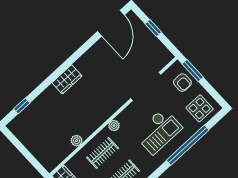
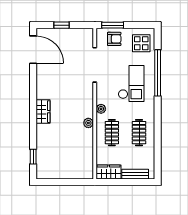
plant: (77, 141) -> (88, 123), moved

